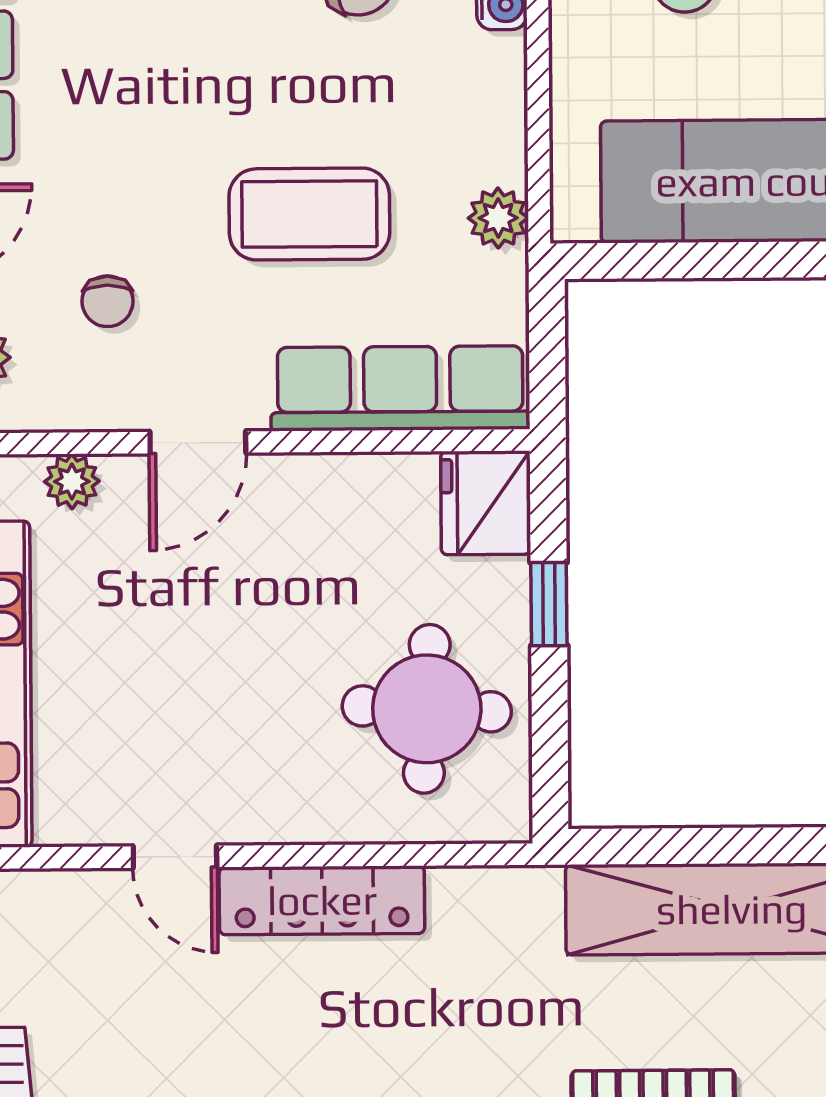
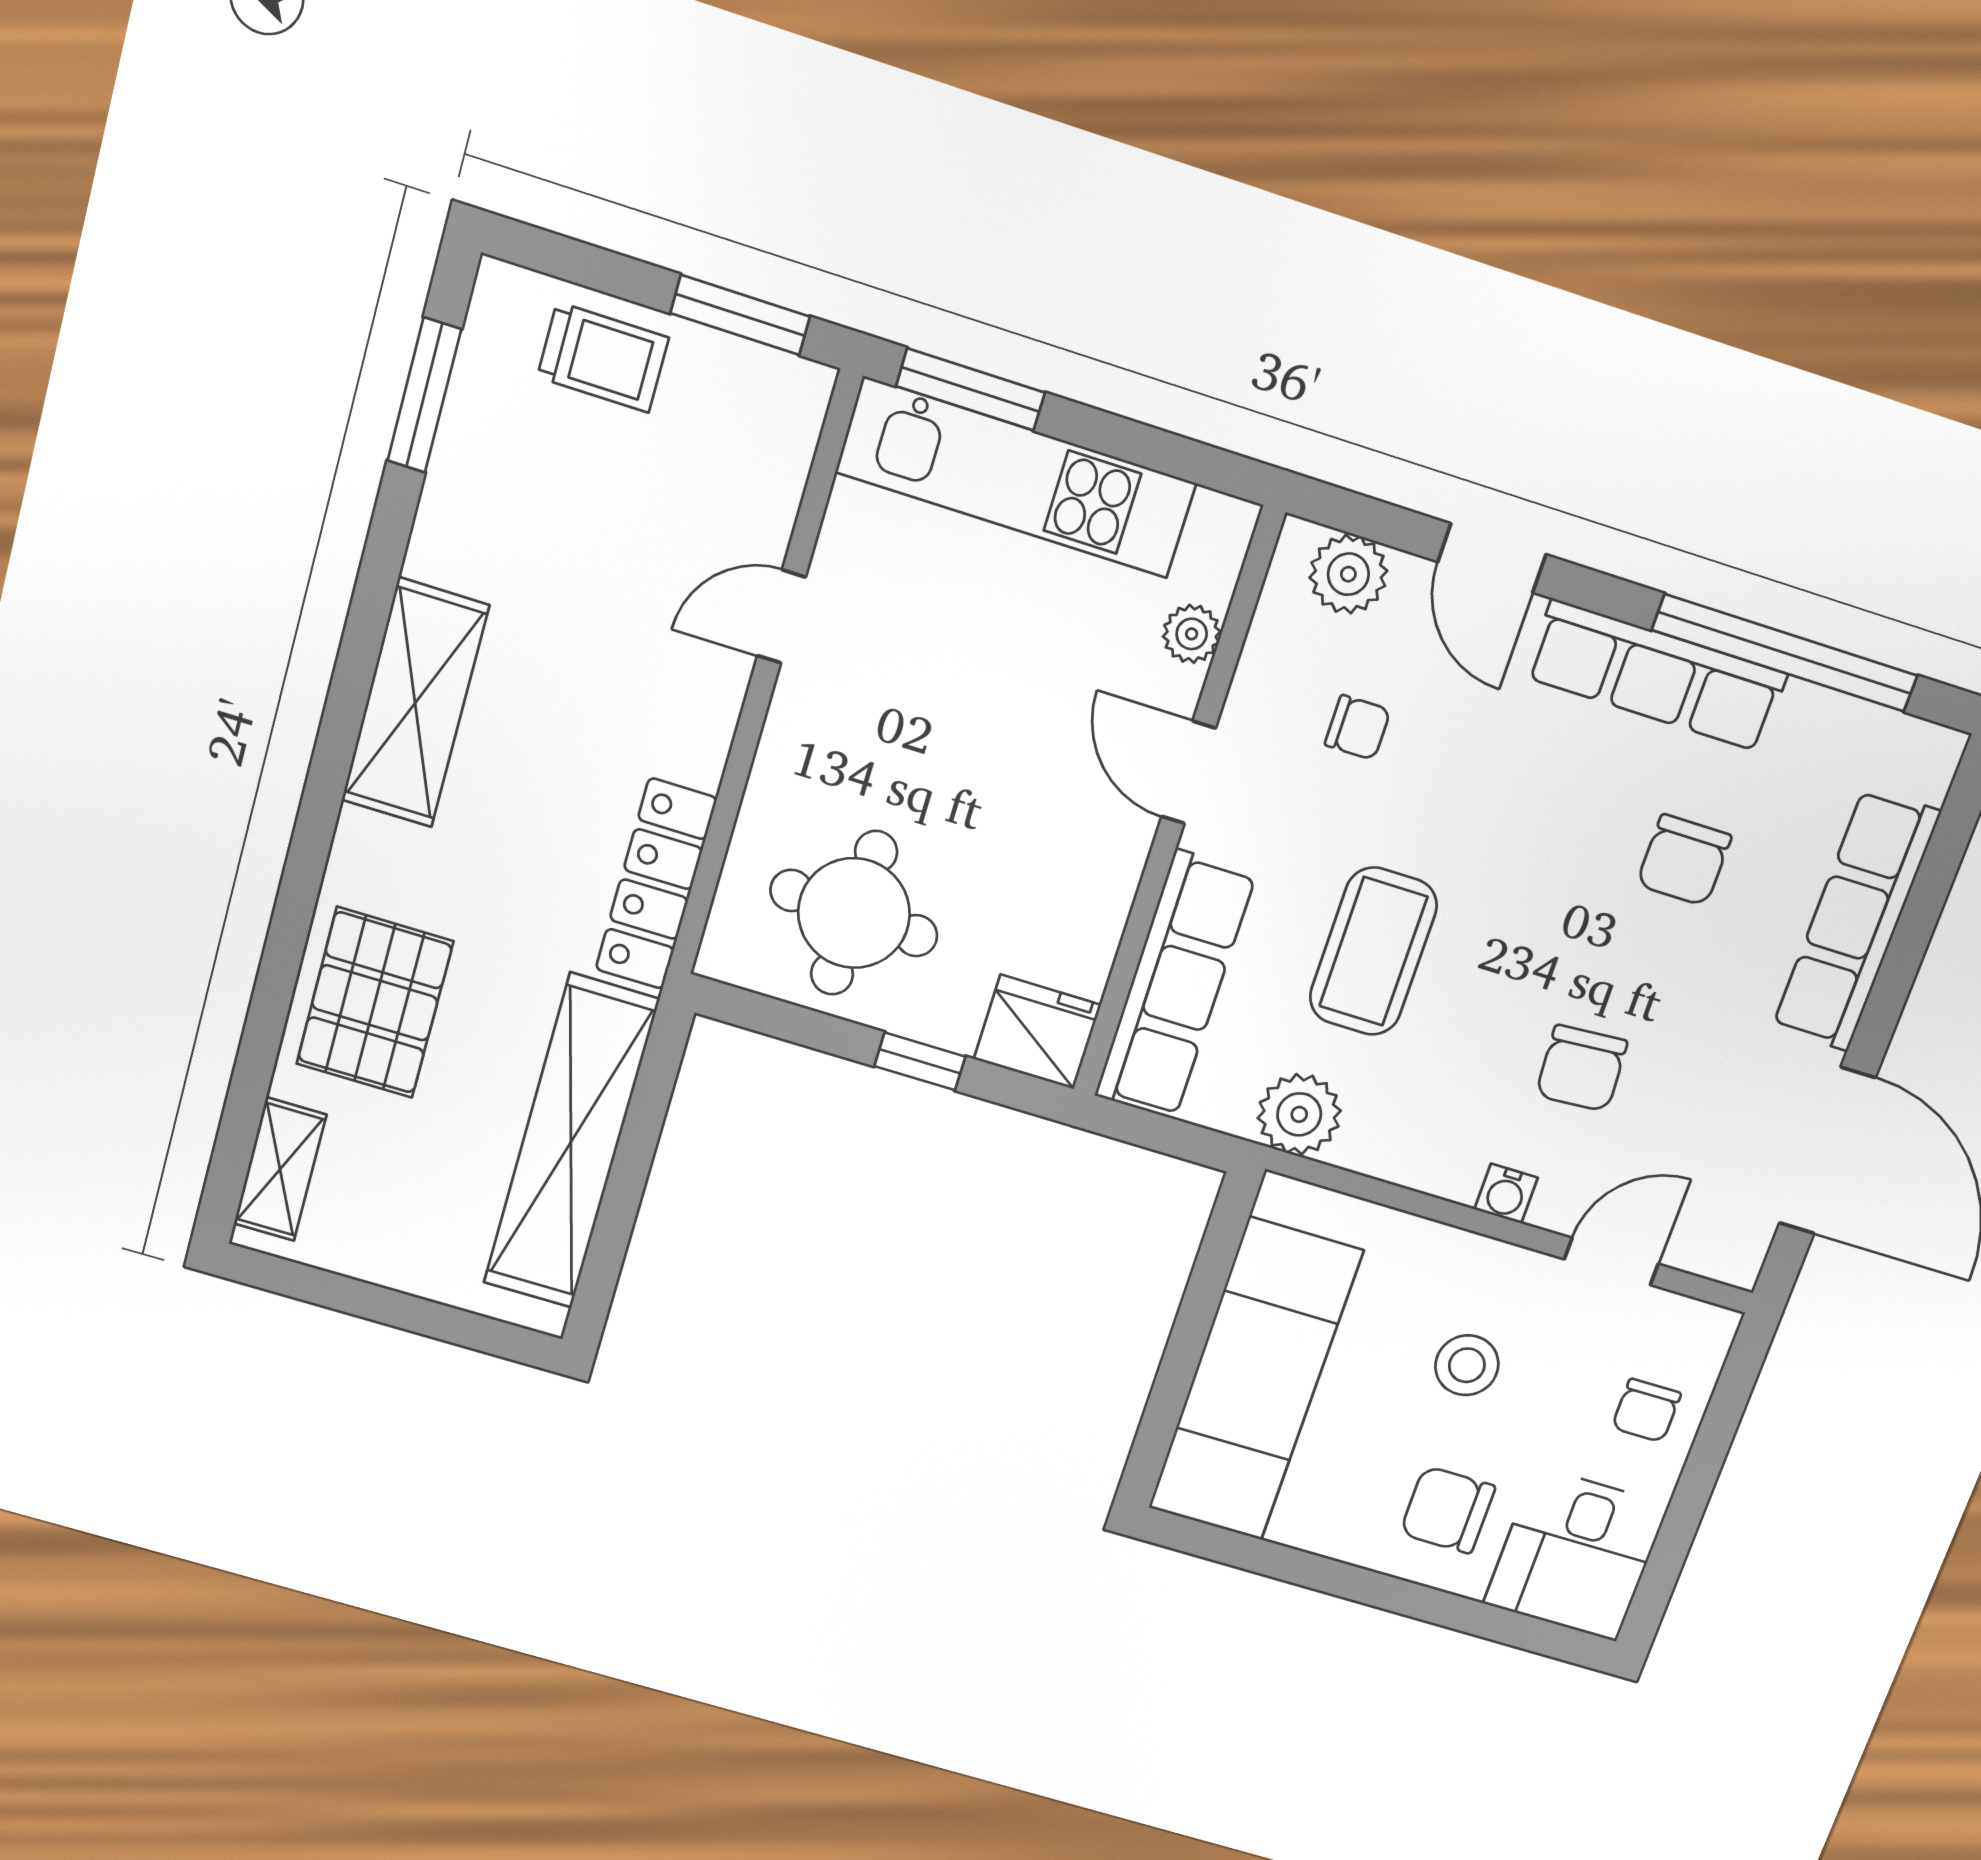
plant: (498, 218) -> (1299, 1114), width x1.38, depth x1.38
chair: (107, 301) -> (1358, 727), turned 180
locker: (322, 900) -> (656, 884), moved

